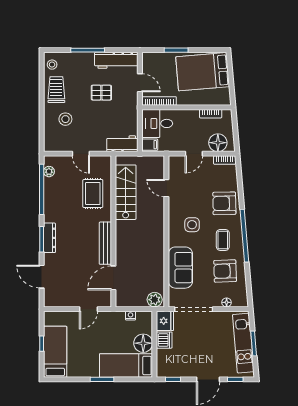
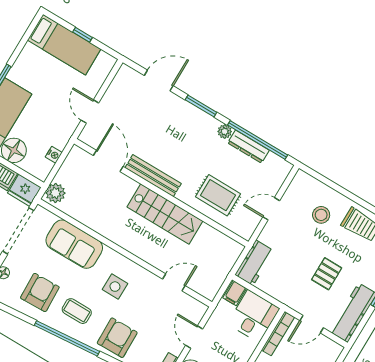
plant: (49, 172) -> (225, 131), moved
stairs: (126, 192) -> (165, 214), moved
dresser: (49, 238) -> (248, 147), moved

